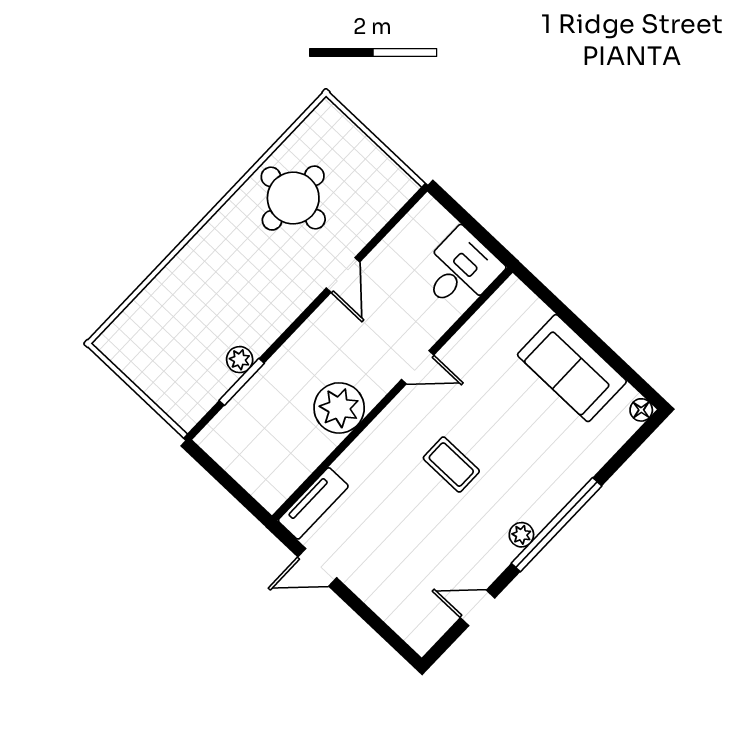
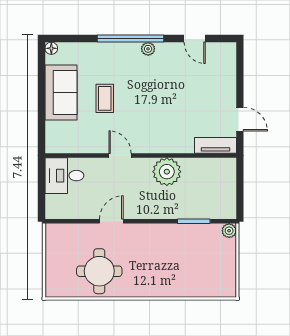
plant: (240, 360) -> (229, 231), moved
coffee table: (451, 465) -> (105, 98), moved

